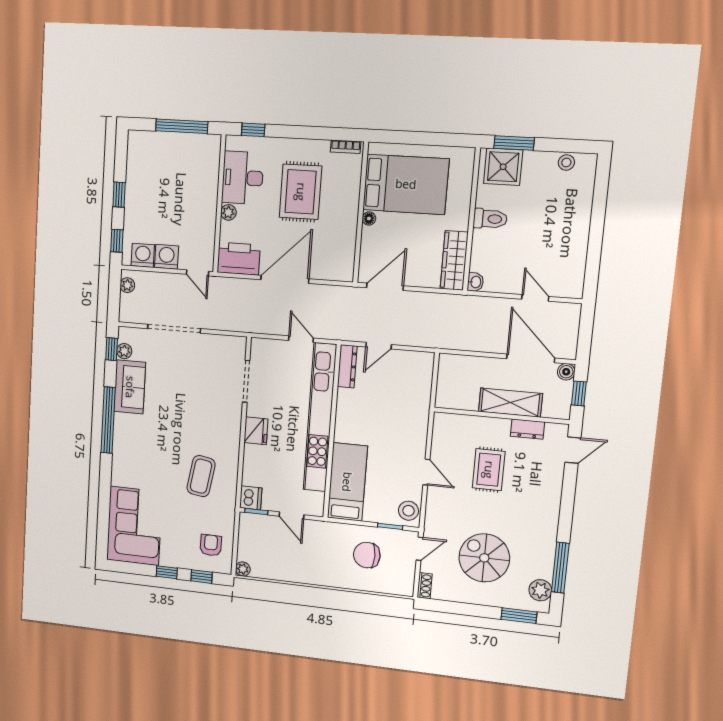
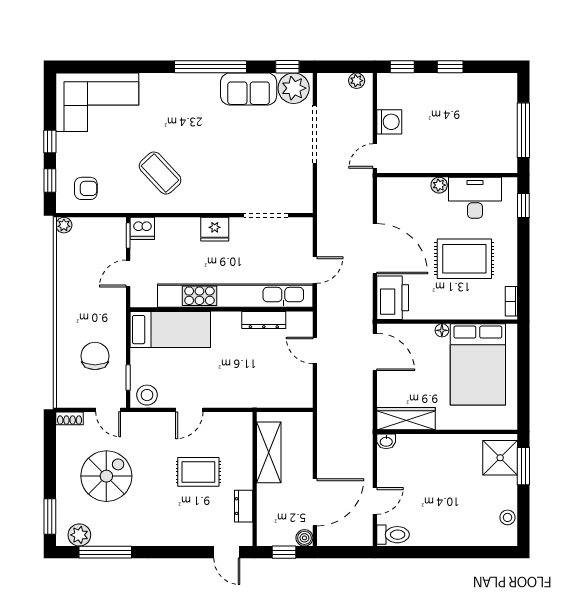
toilet: (490, 219) -> (393, 535), moved, turned -90
washing machine: (143, 255) -> (389, 96), removed
printer: (239, 259) -> (393, 298), moved
plant: (124, 351) -> (294, 88), width x1.88, depth x1.88
dresser: (347, 366) -> (264, 320), moved
shelving: (510, 403) -> (269, 452), moved
coffee table: (201, 476) -> (160, 173), turned 38

